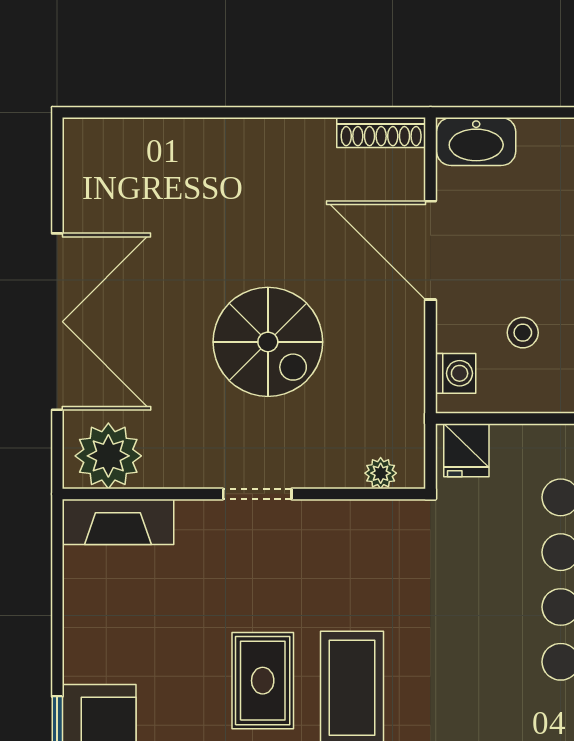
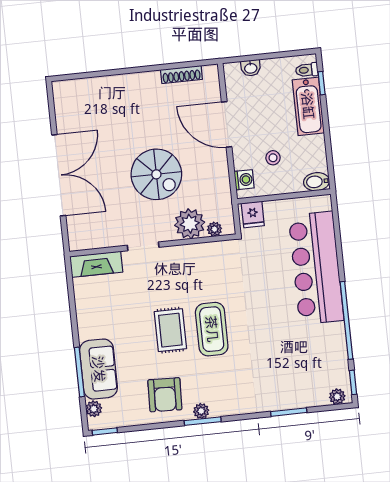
shoe rack: (381, 132) -> (181, 74), moved
washbasin: (476, 142) -> (251, 68), width x0.52, depth x0.69
plant: (108, 456) -> (190, 224), moved
doorway: (257, 494) -> (143, 246), moved

